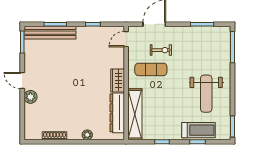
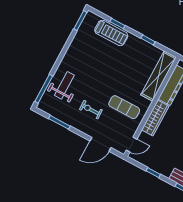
exercise bike: (161, 50) -> (91, 110), moved
wardrobe: (118, 80) -> (155, 118), width x1.50
weight bench: (206, 94) -> (64, 85), moved, width x0.73, depth x0.75
treadmill: (199, 130) -> (111, 33), turned 180

